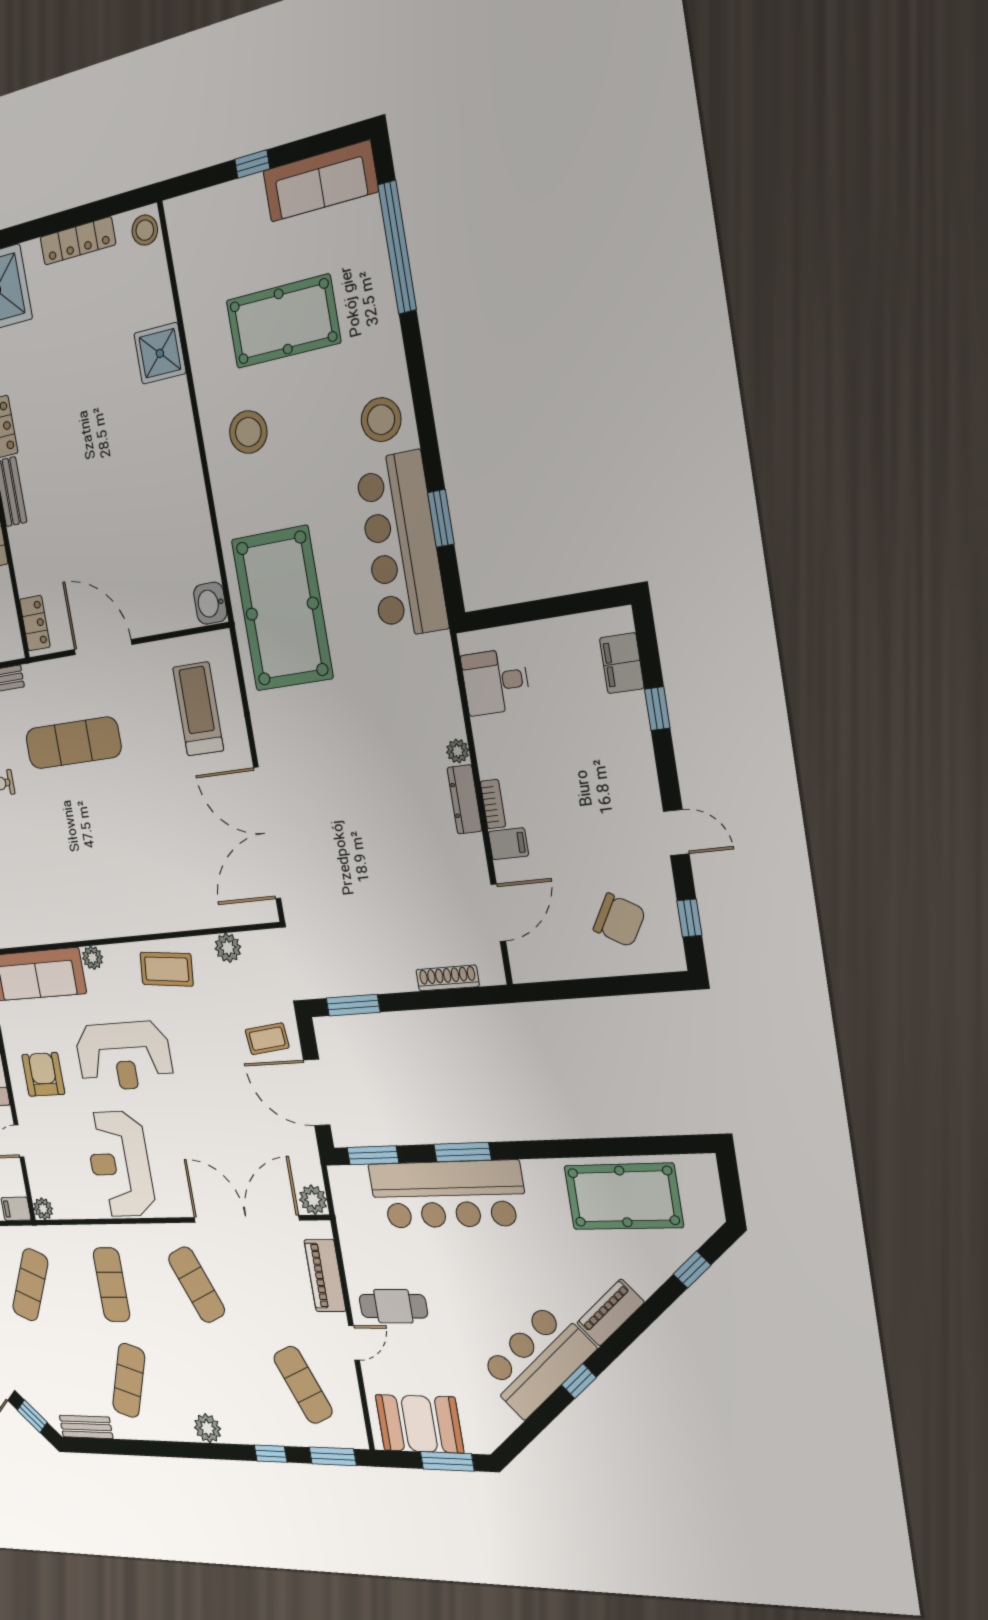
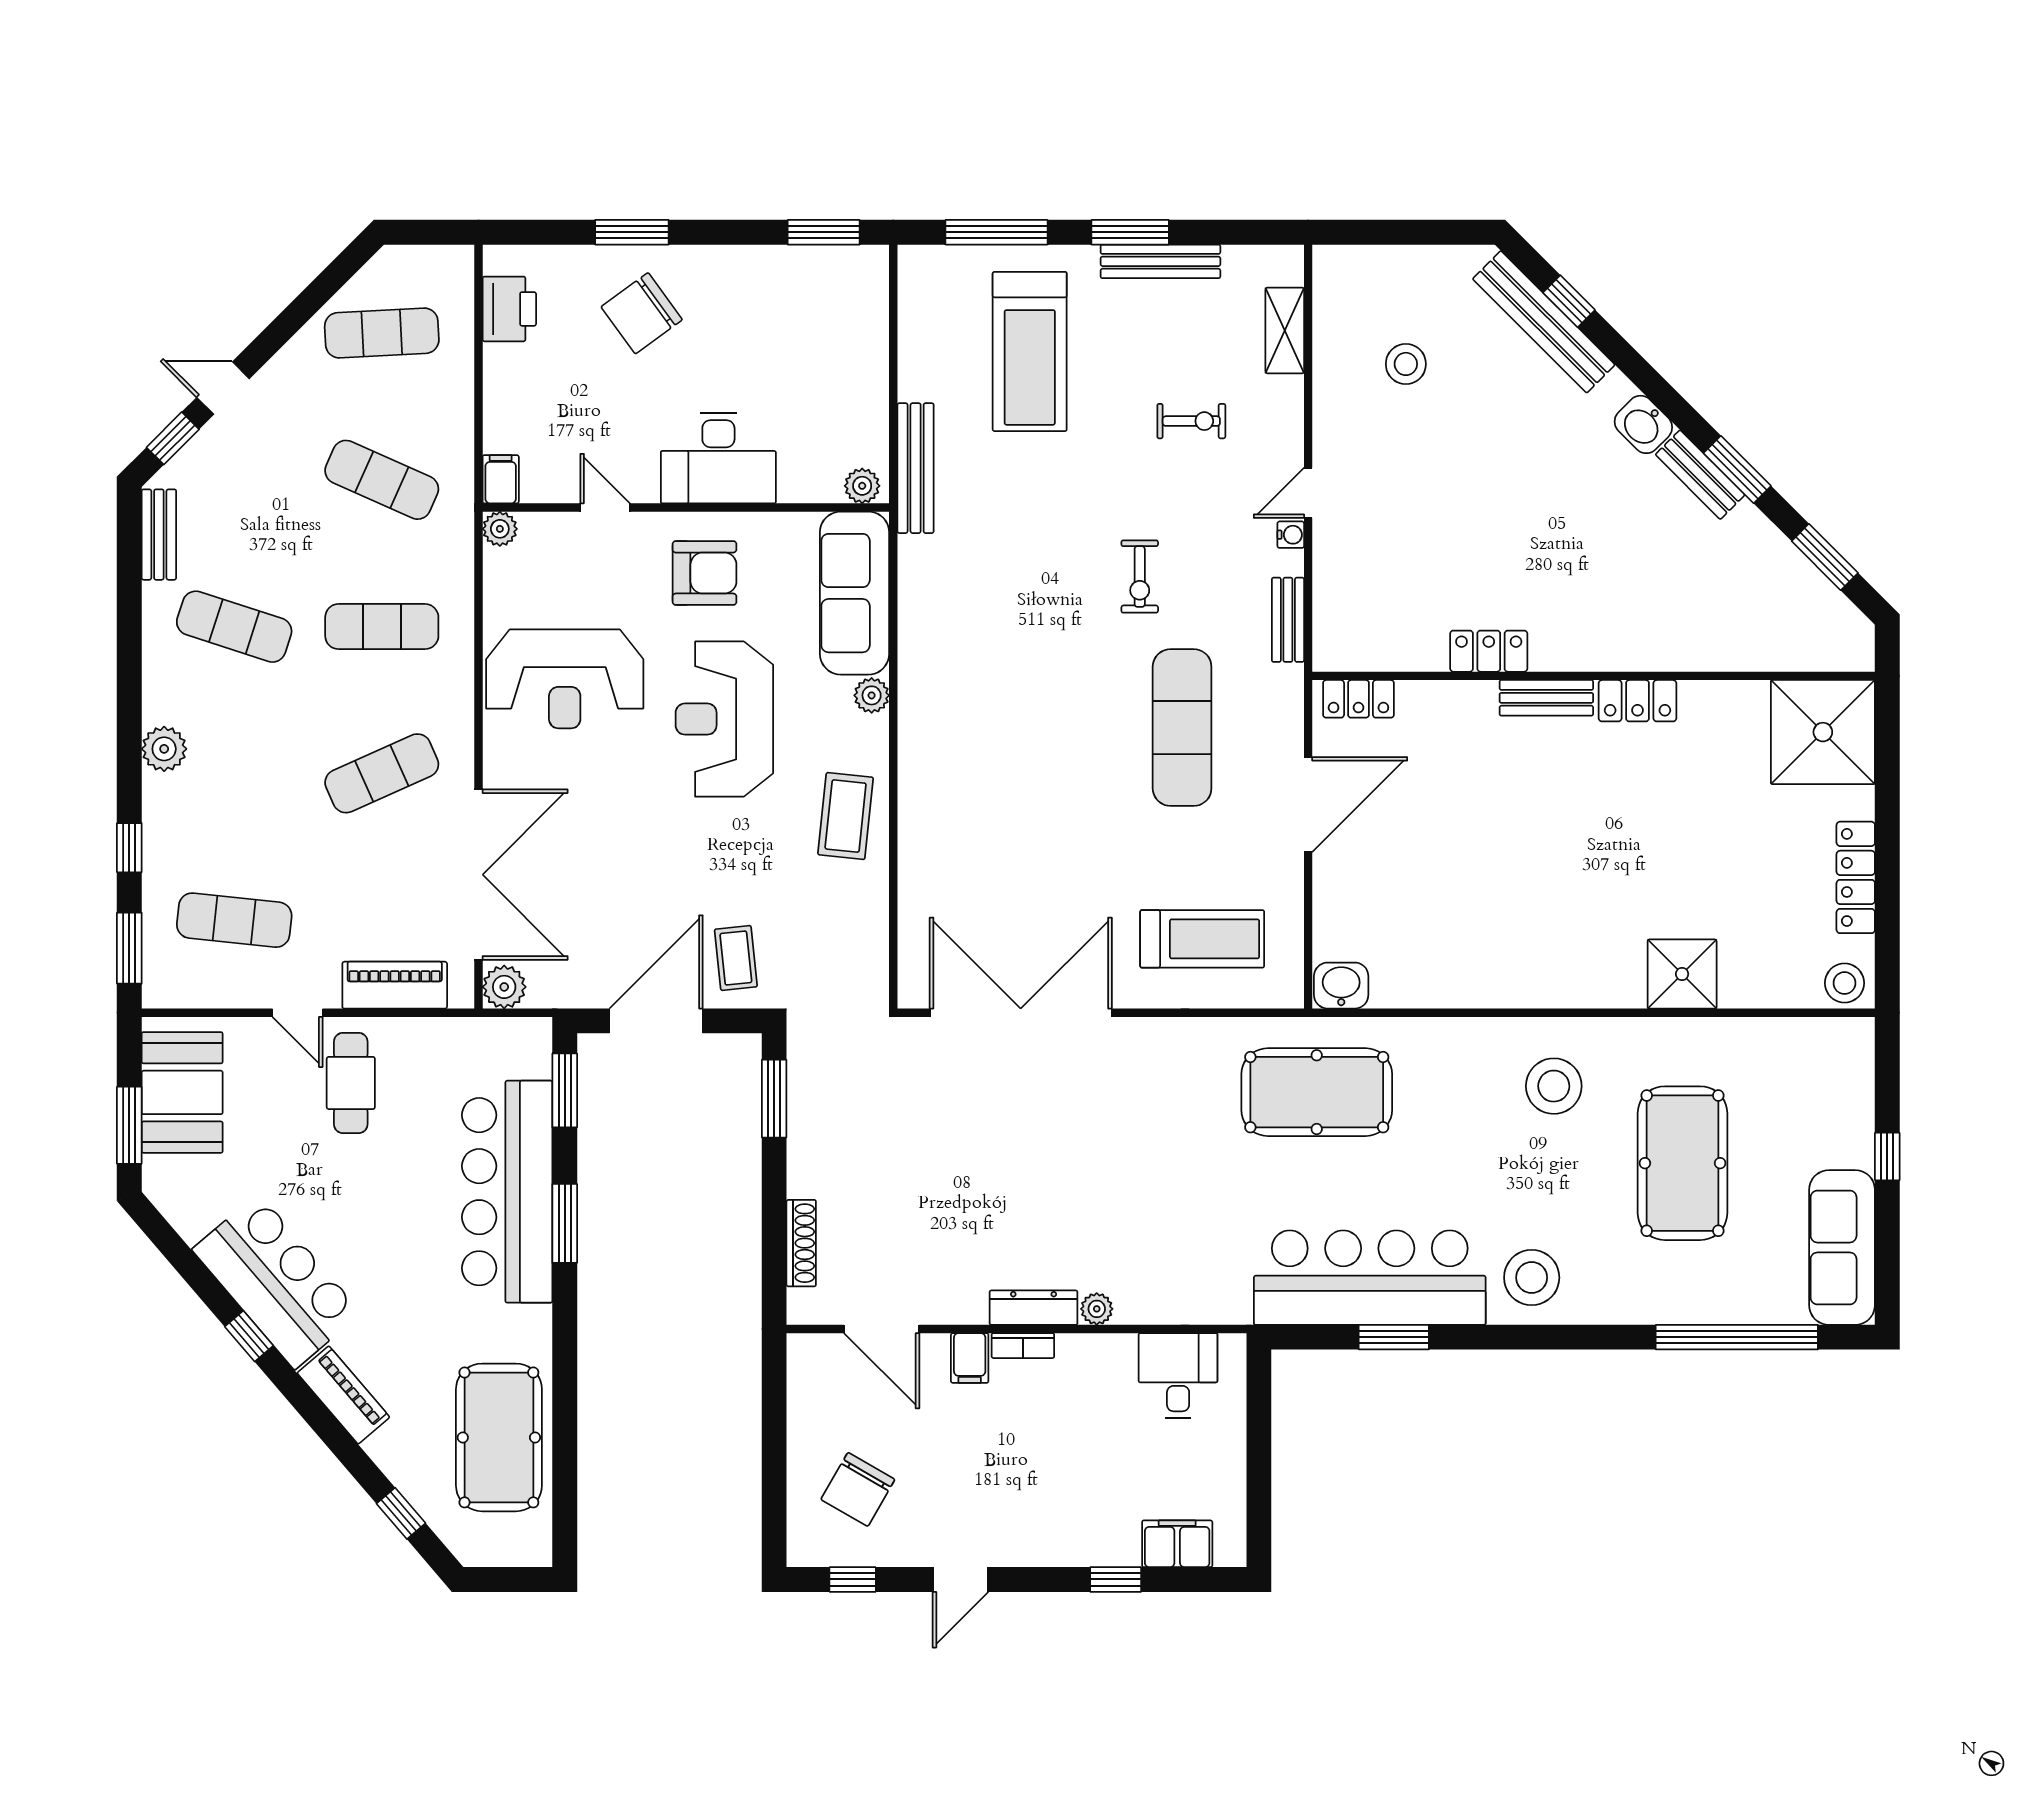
pool table: (282, 609) -> (1317, 1092), width x0.73, depth x0.76
plant: (228, 948) -> (868, 921), removed
reception desk: (120, 1164) -> (565, 679), turned 180
exercise mat: (303, 1385) -> (234, 920), turned 30

